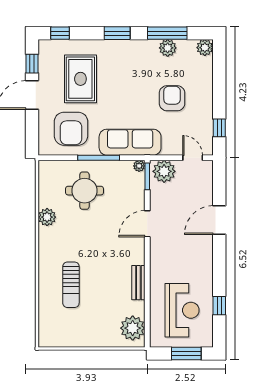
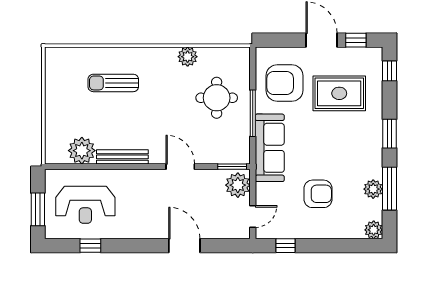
plant: (139, 166) -> (244, 158), removed
bench: (138, 283) -> (122, 157), width x1.36
plant: (133, 328) -> (82, 151), moved

